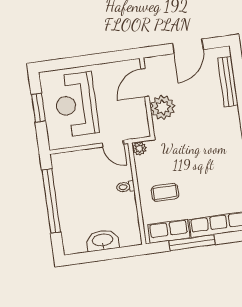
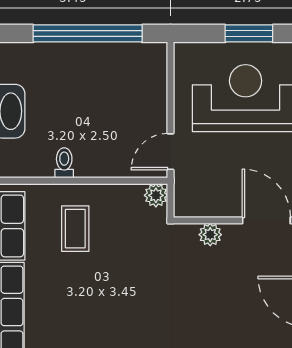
plant: (163, 107) -> (210, 235), width x0.53, depth x0.53
toilet: (125, 187) -> (64, 163), moved

